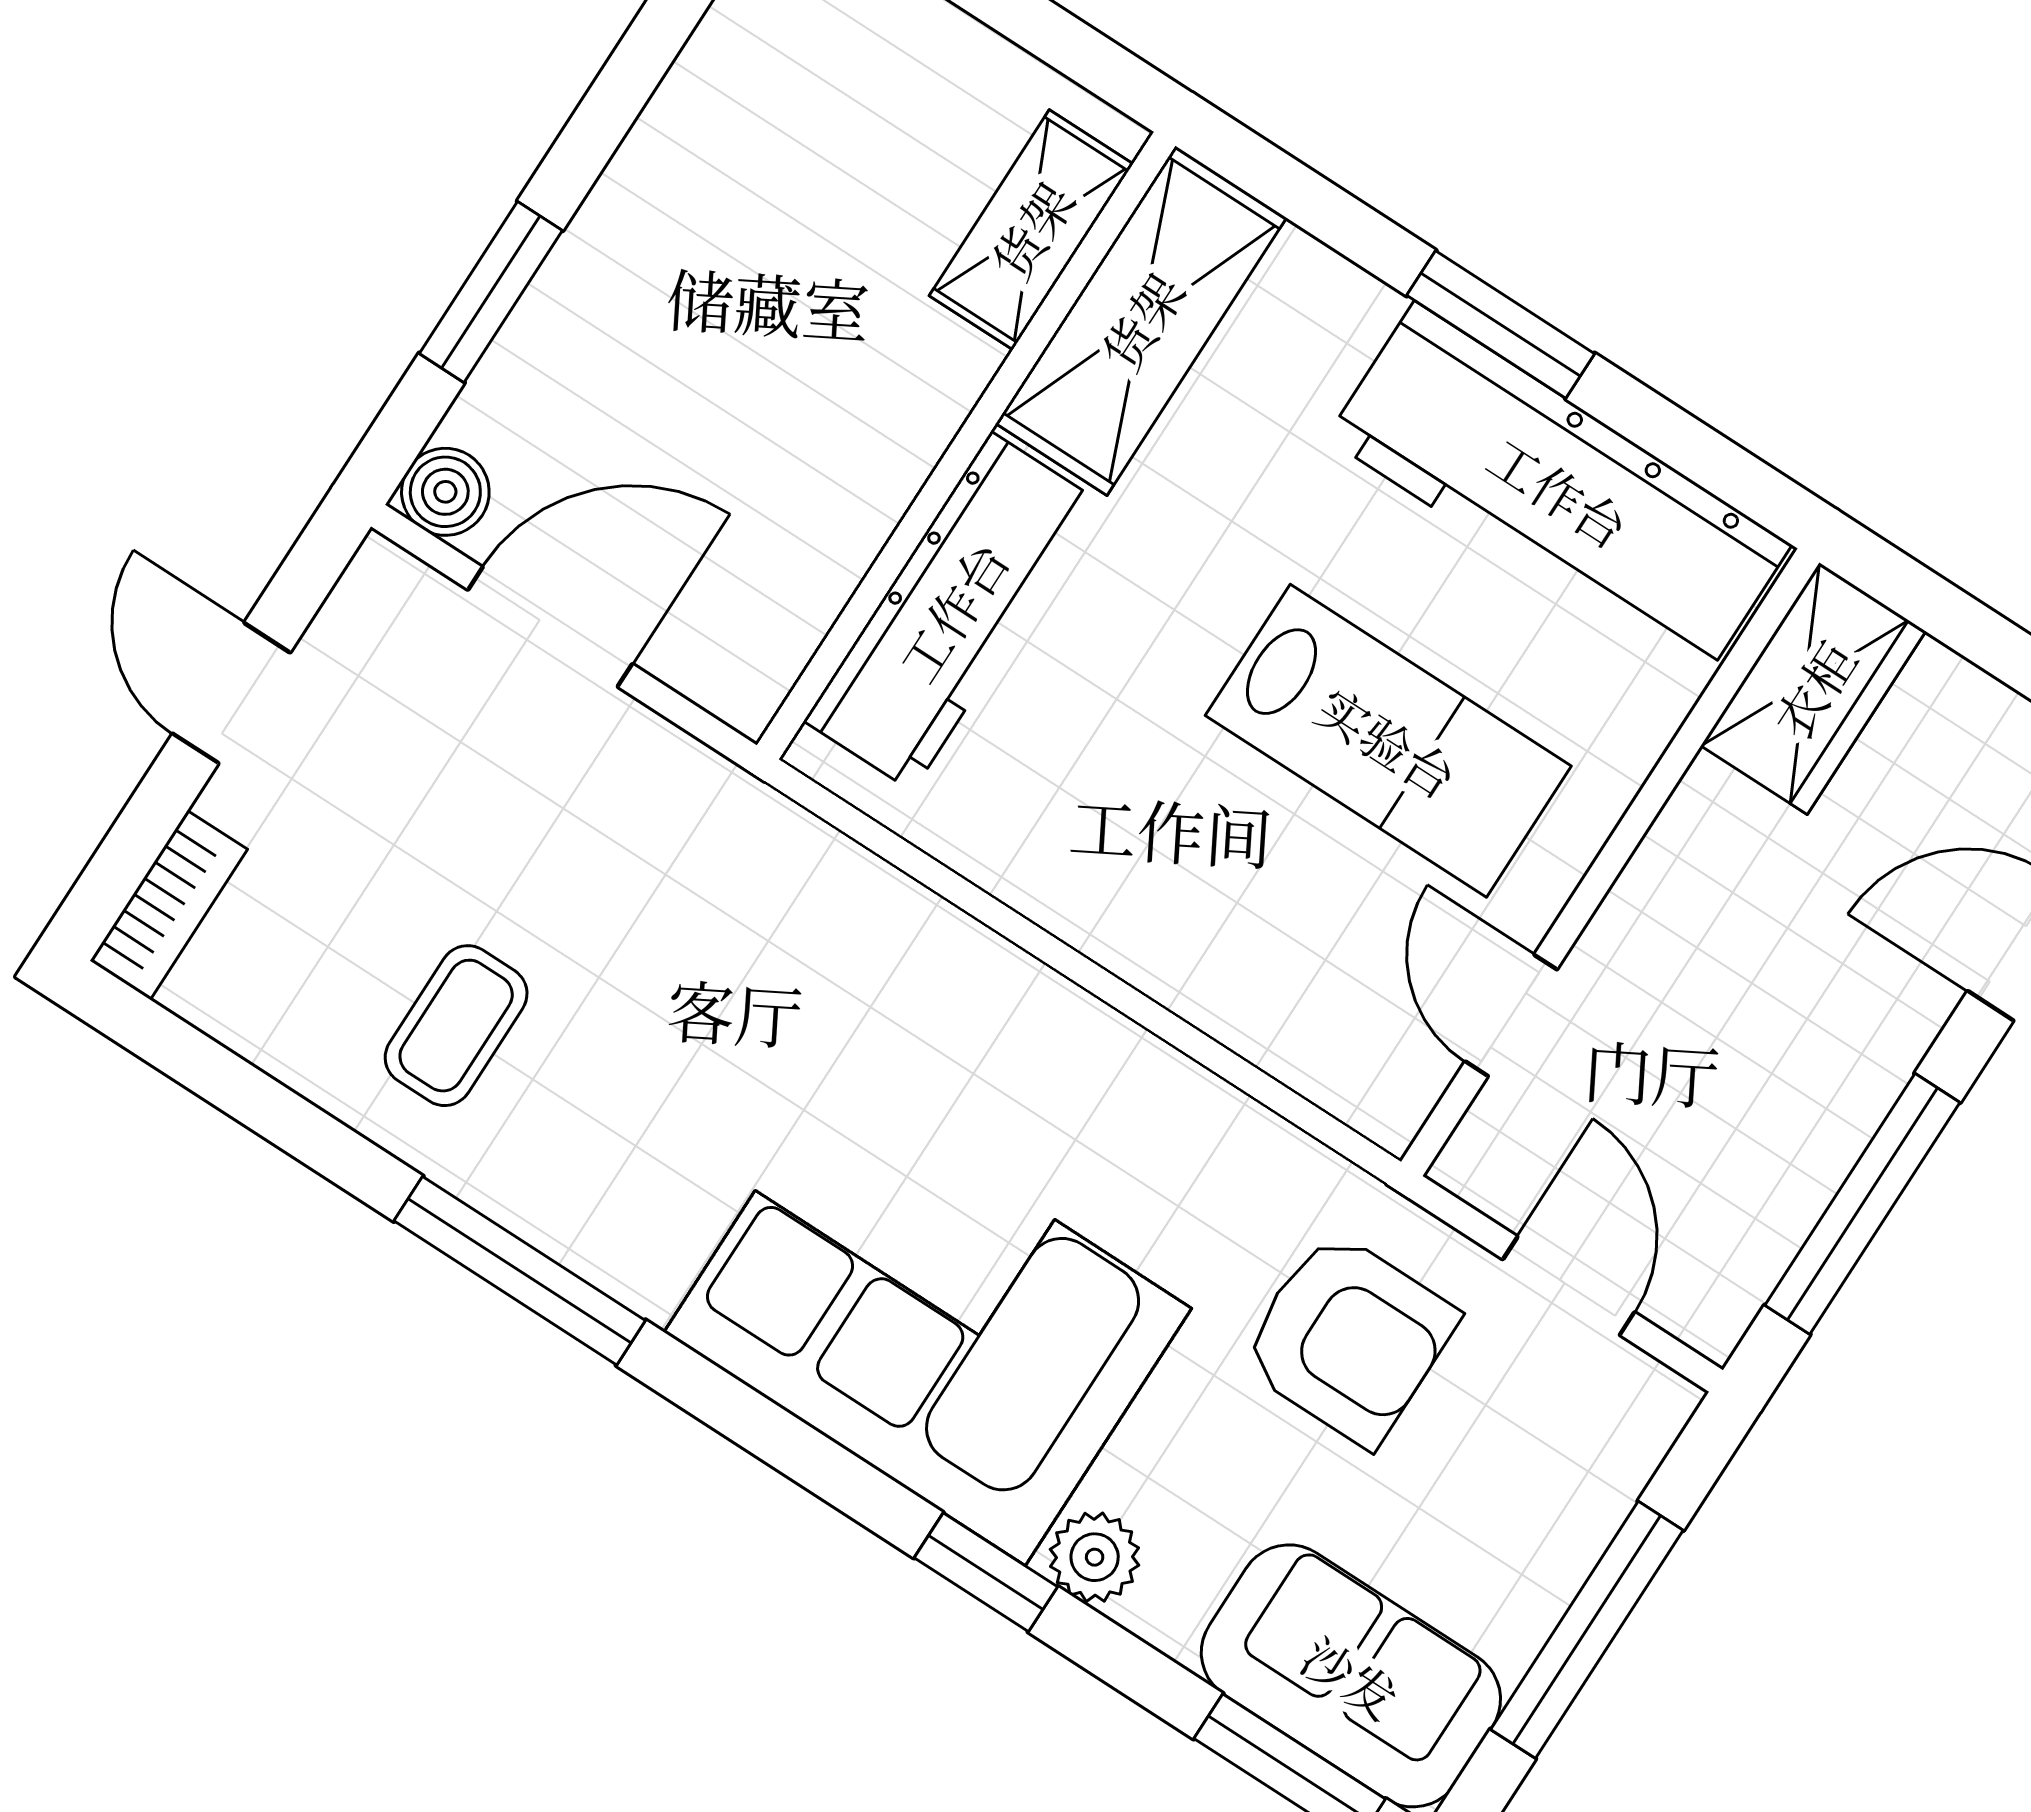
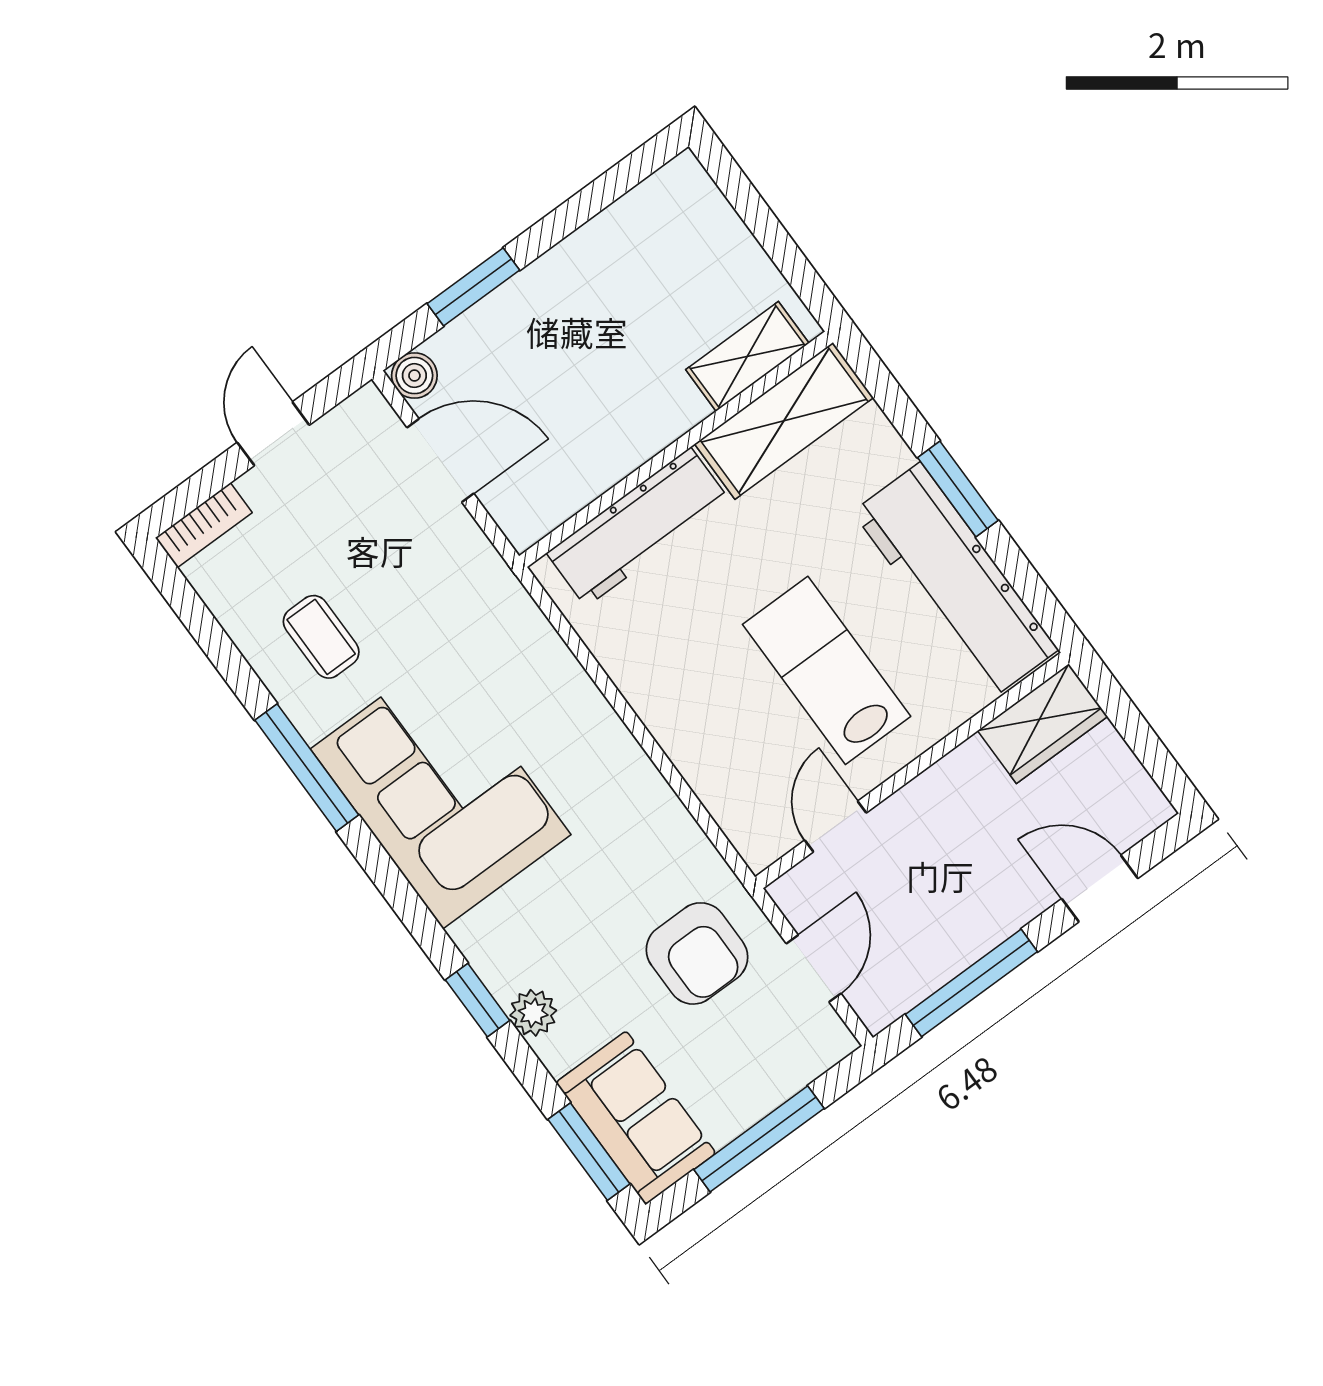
lab bench: (1388, 741) -> (827, 670), turned 180
coffee table: (456, 1026) -> (321, 637), turned 90
corner sofa: (928, 1320) -> (441, 792), moved

